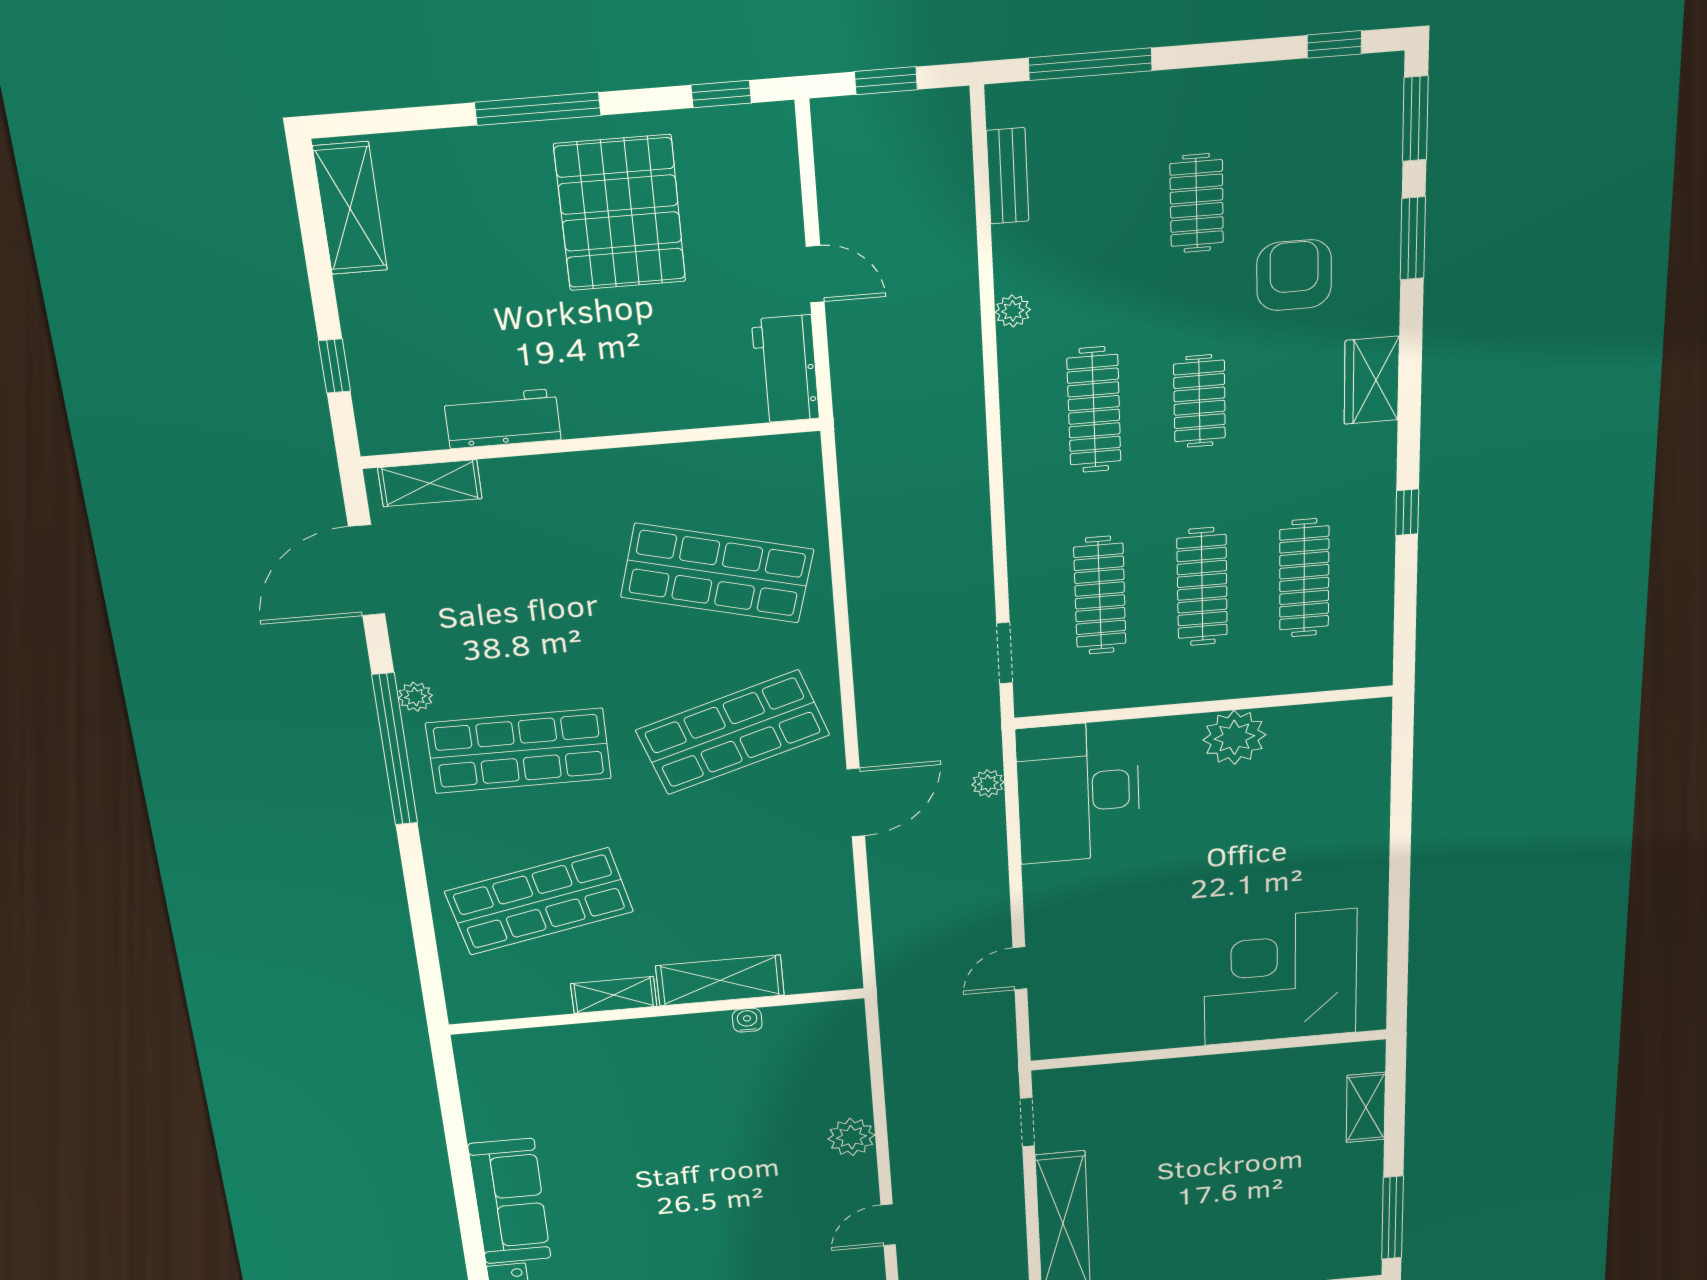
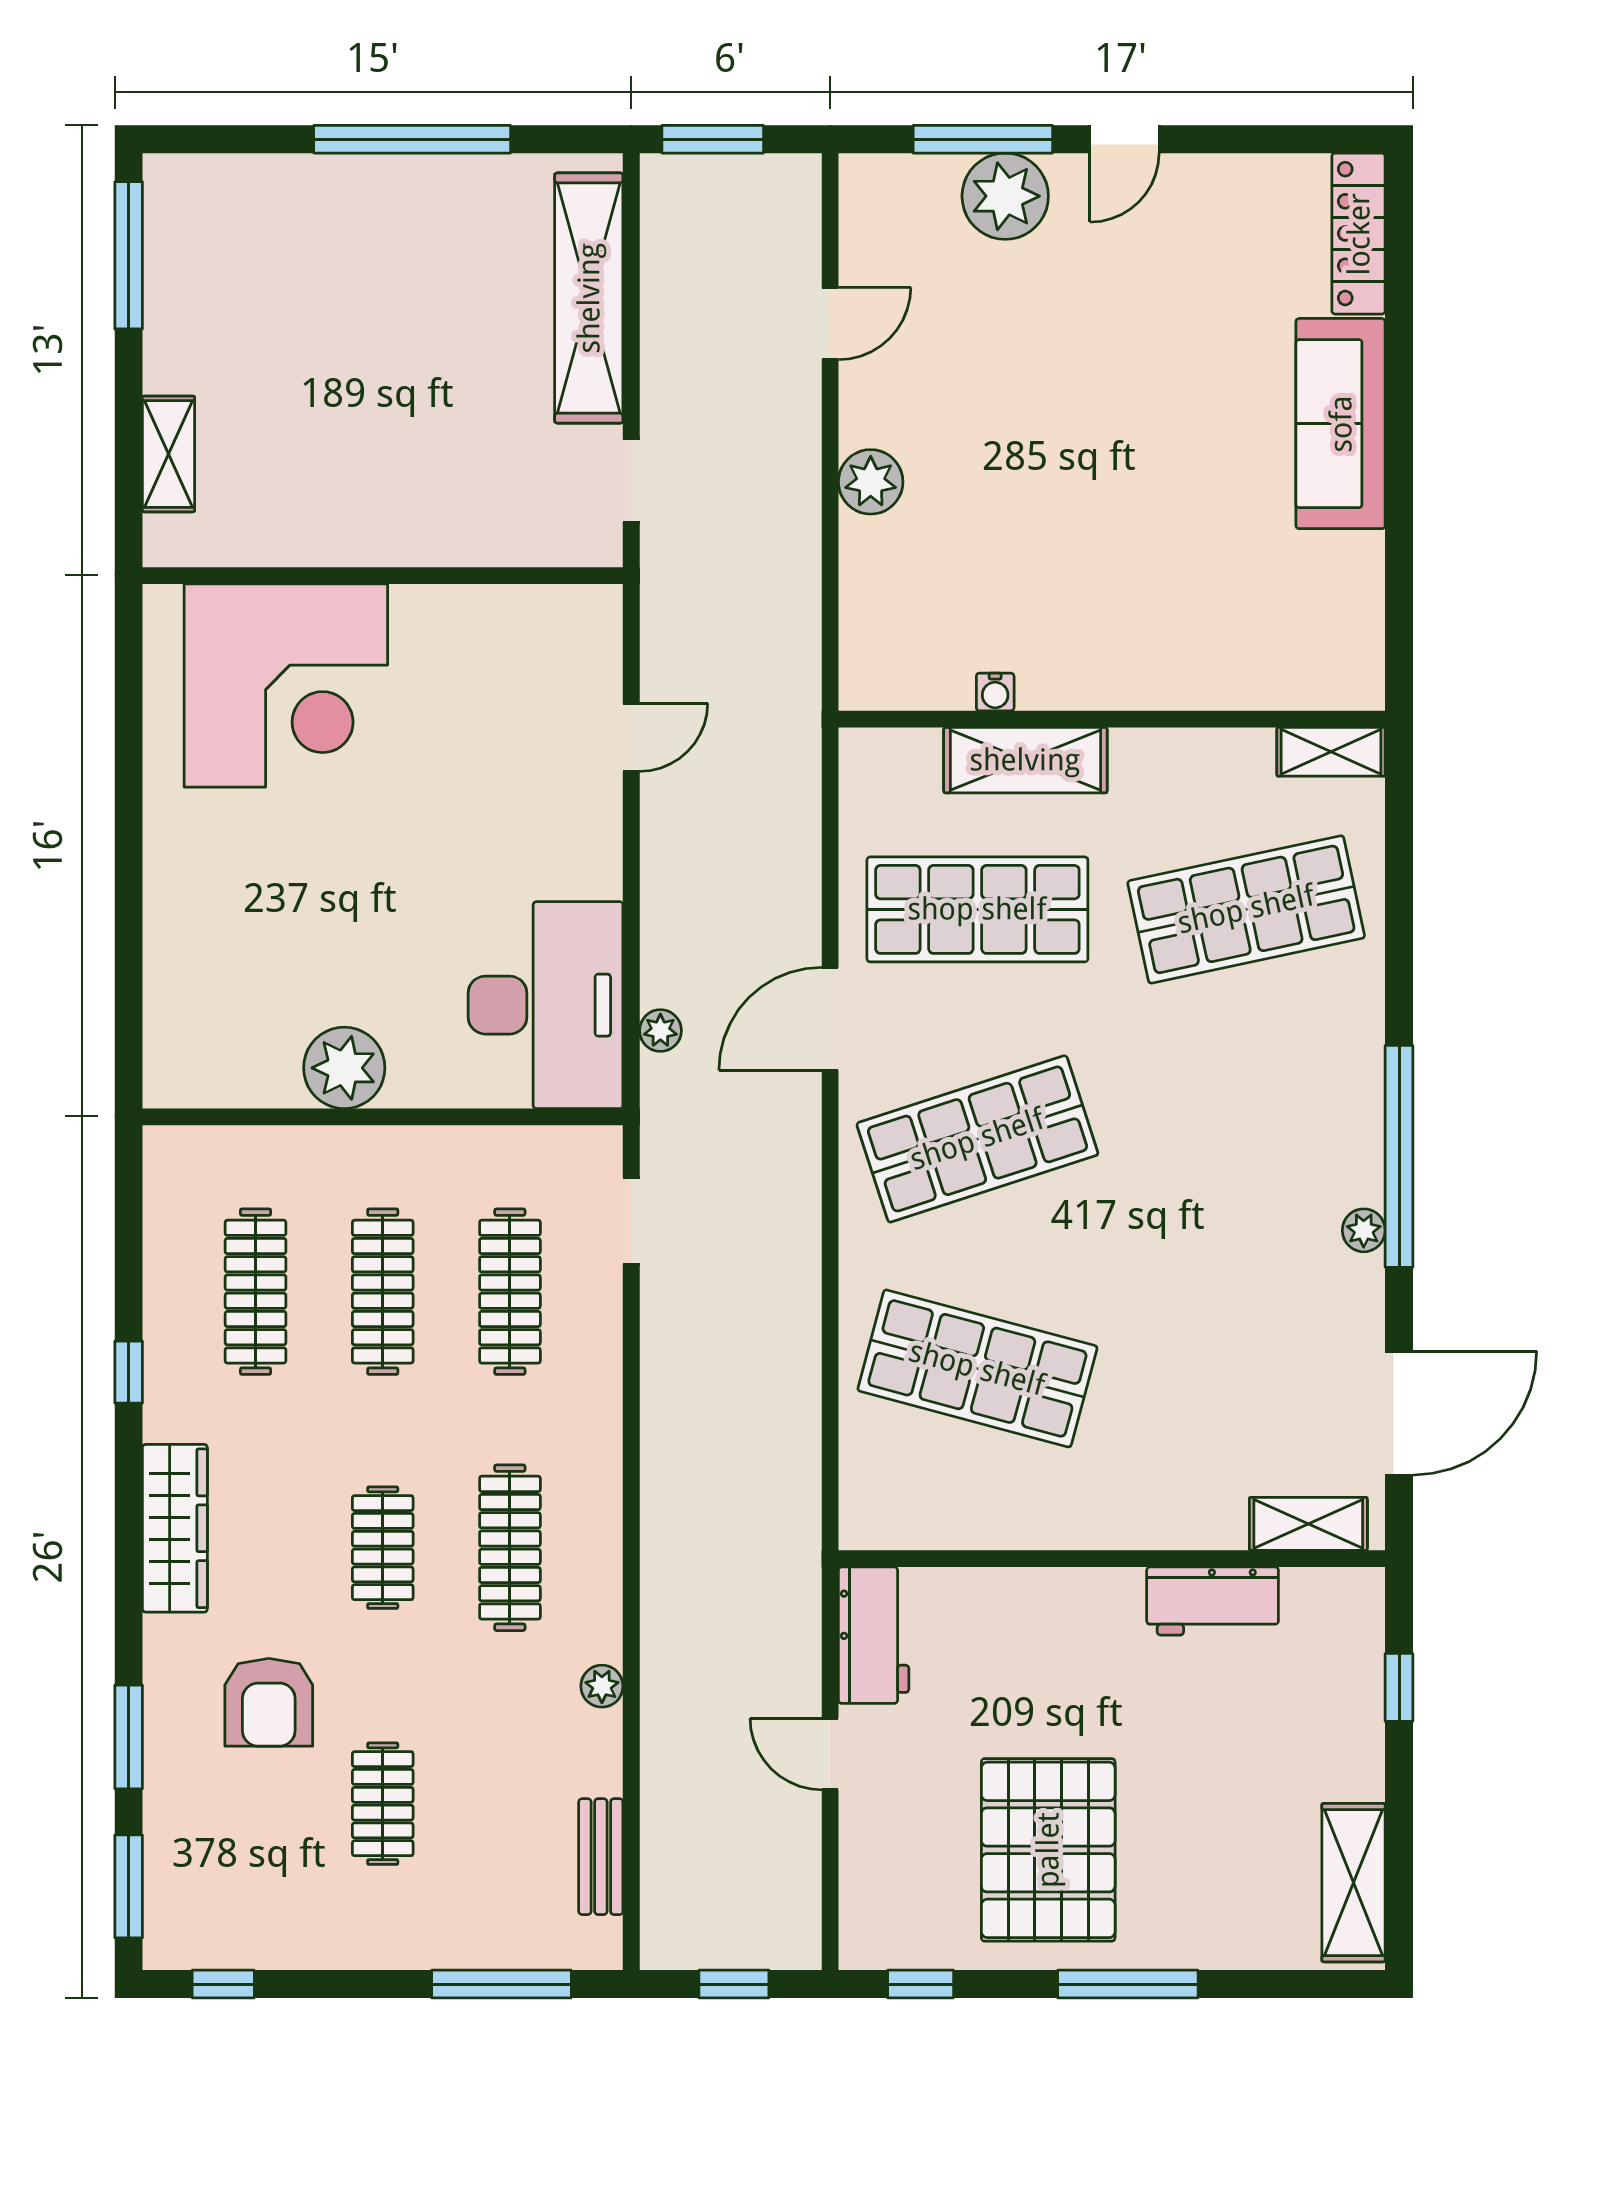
wardrobe: (1372, 380) -> (175, 1528), width x1.50
shop shelf: (519, 751) -> (977, 909), moved
shelving: (614, 995) -> (1331, 752), moved

